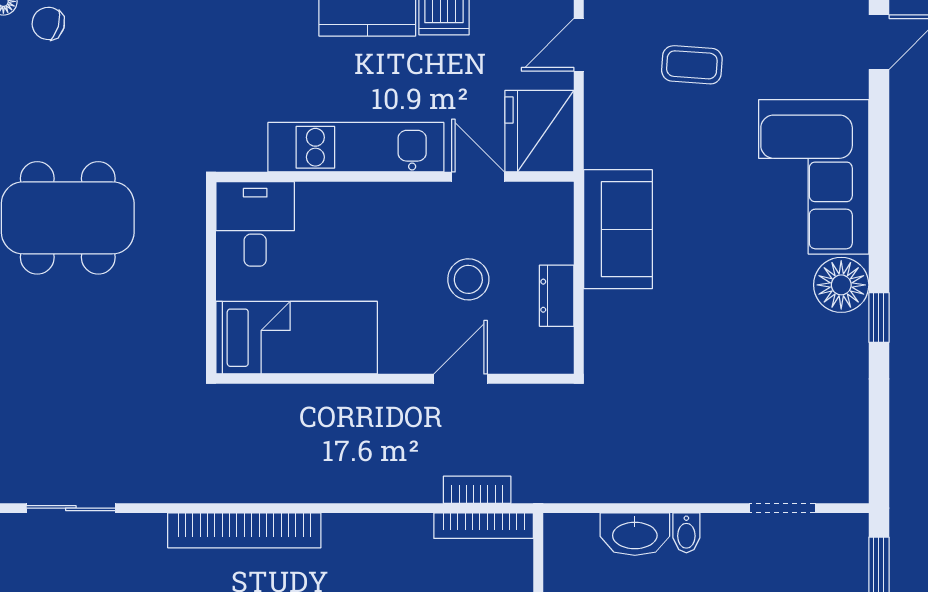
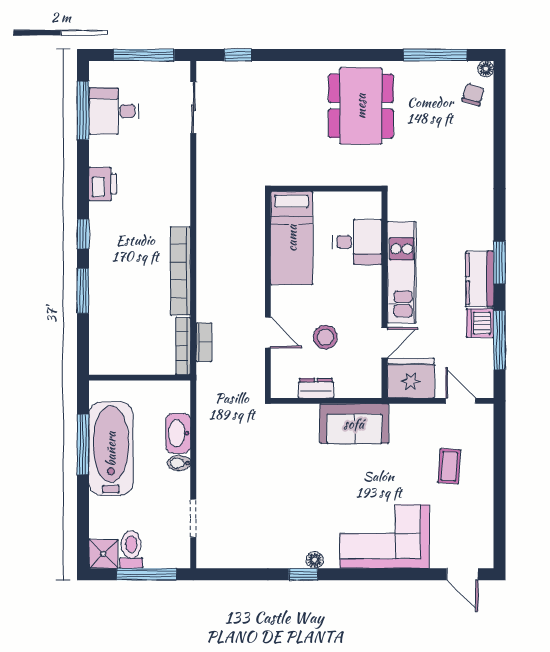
desk: (255, 224) -> (357, 242), moved
floor lamp: (841, 285) -> (315, 560), width x0.53, depth x0.53
bookcase: (244, 530) -> (180, 271), moved

